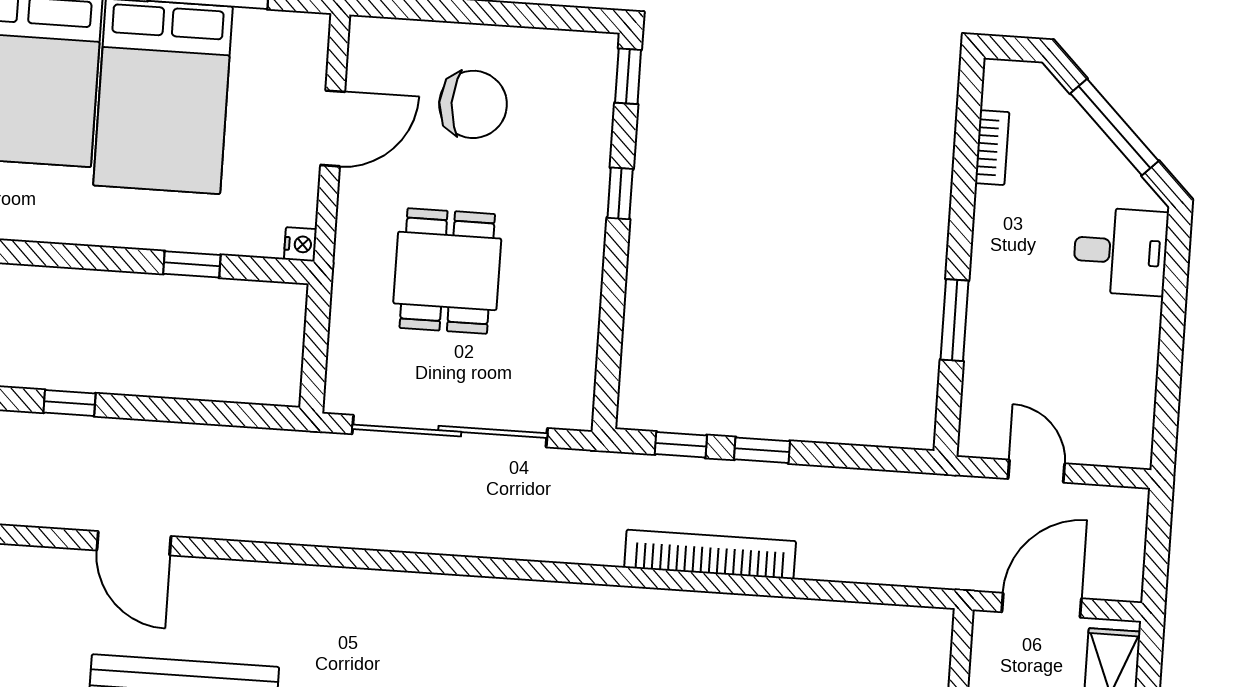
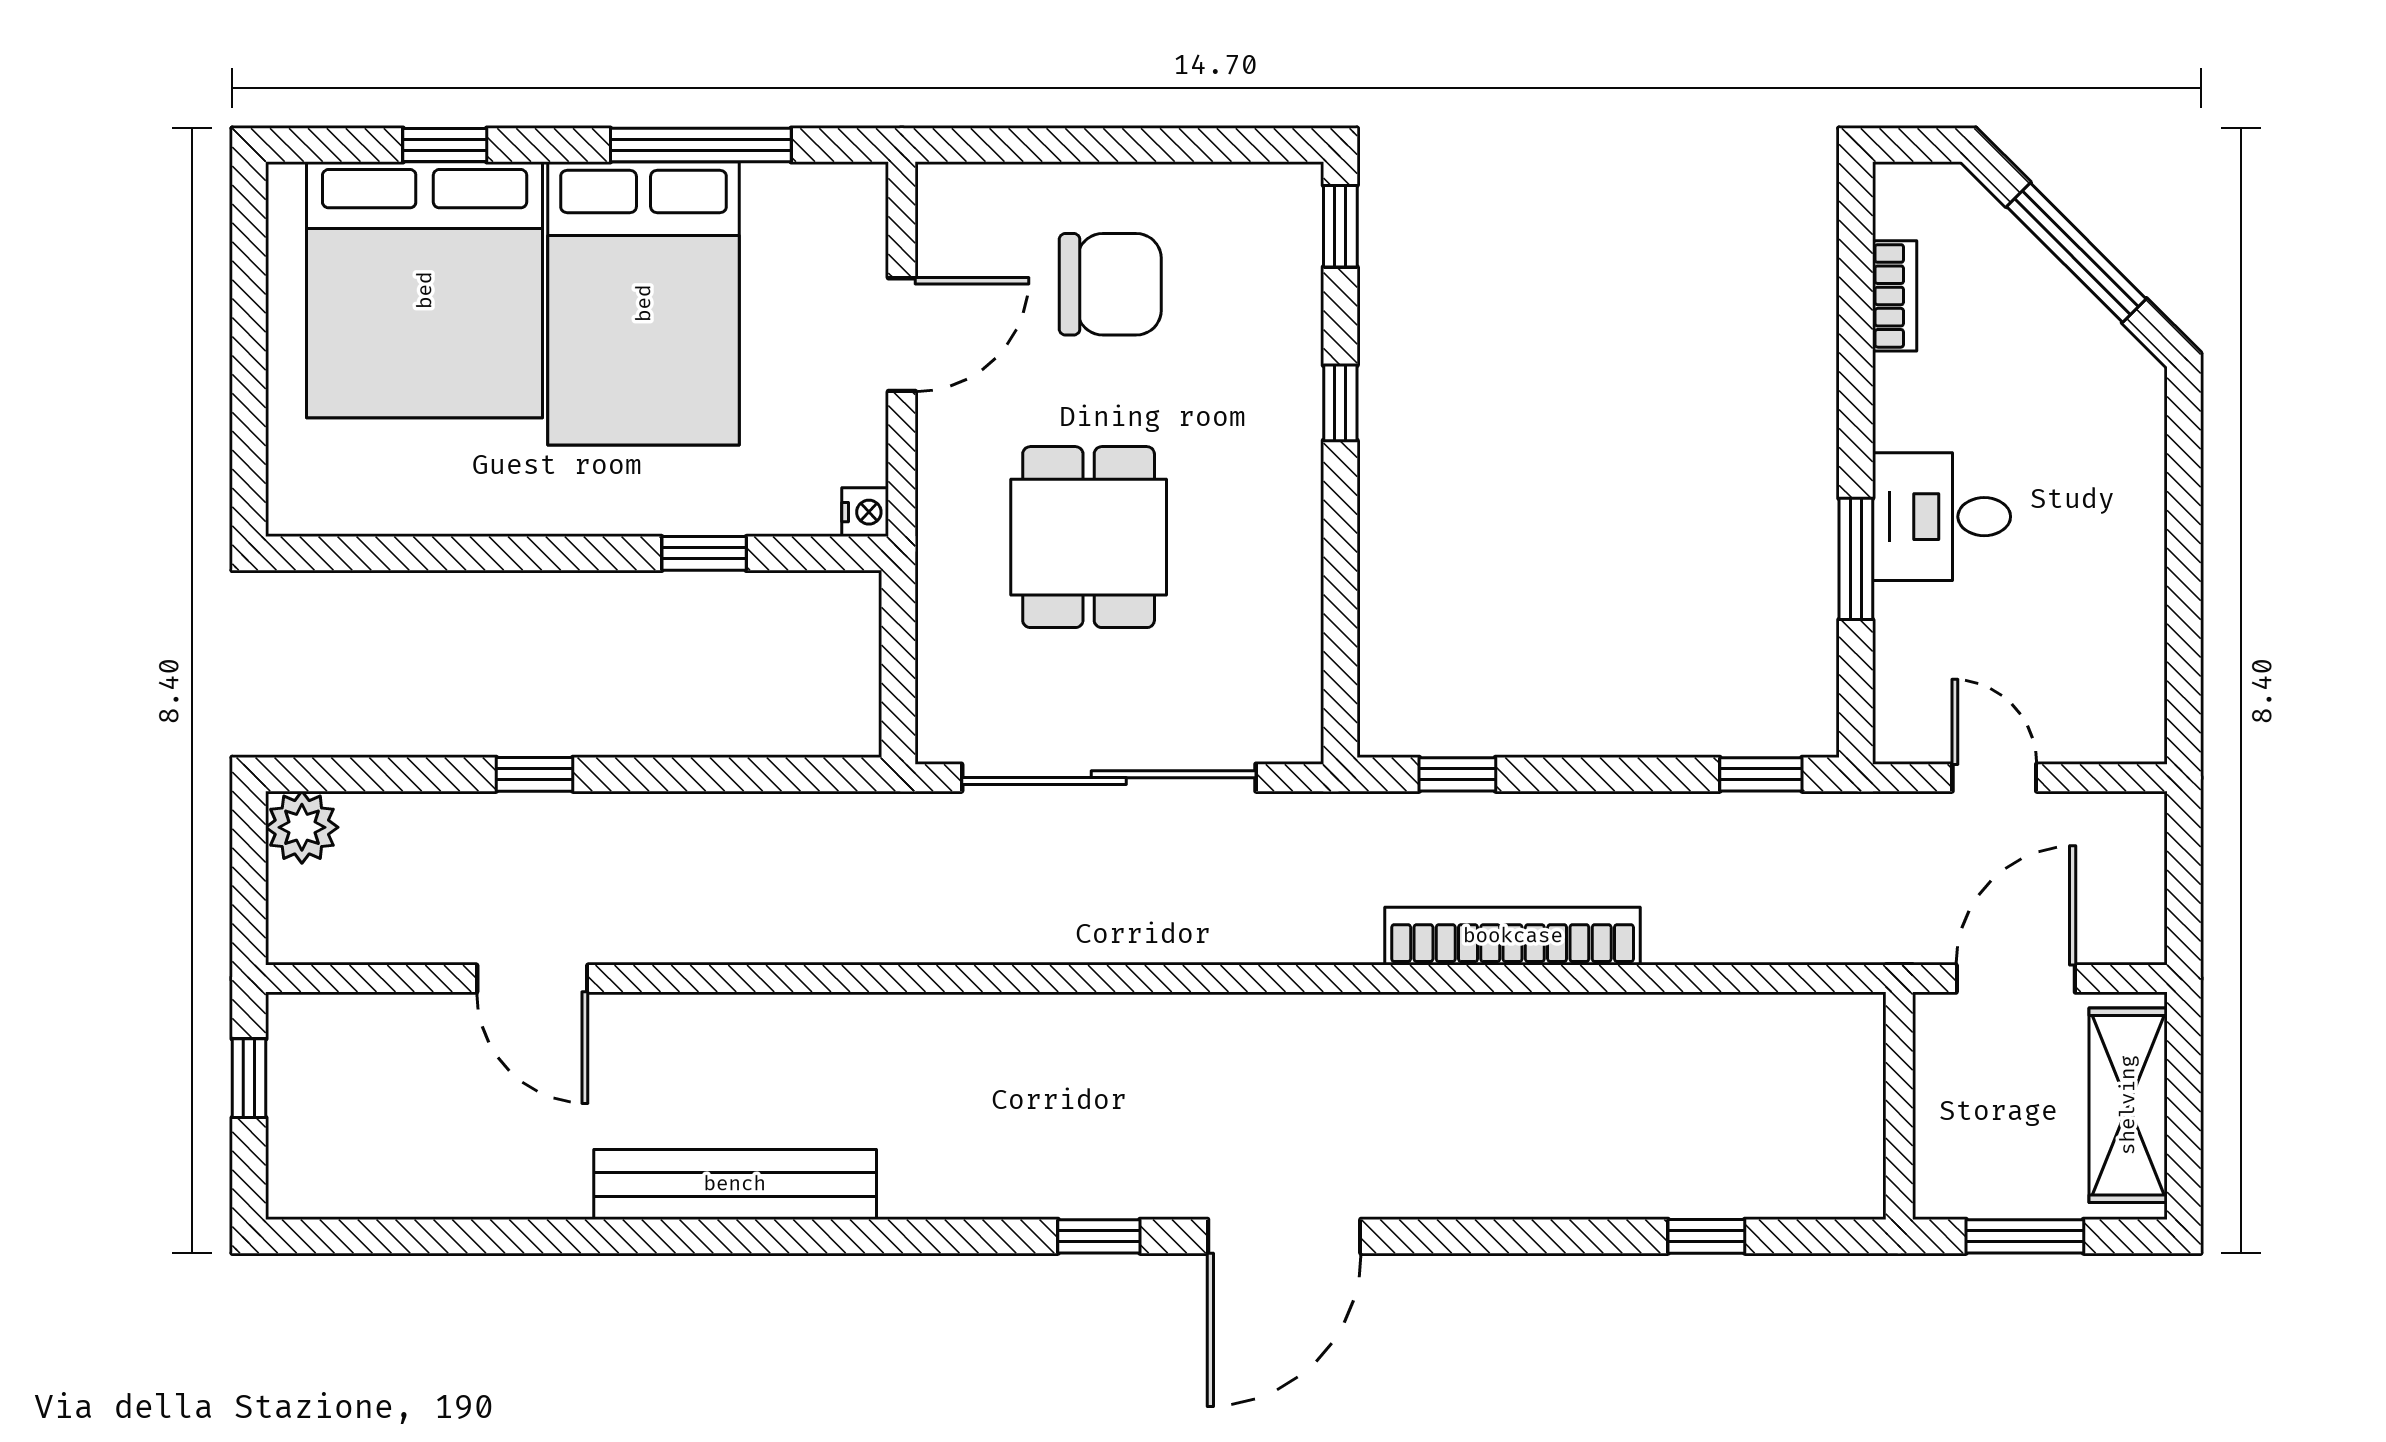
desk: (1121, 251) -> (1941, 517), moved, turned 180
window: (762, 450) -> (1761, 774), moved
door: (134, 543) -> (532, 979), moved

